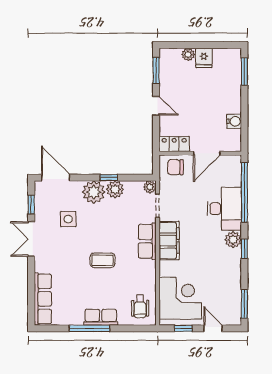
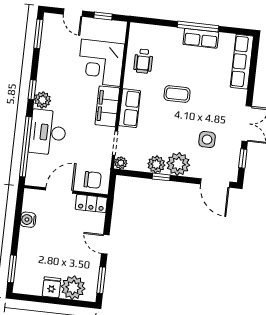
plant: (188, 55) -> (73, 288), width x1.87, depth x1.87
corner desk: (180, 298) -> (101, 63), moved
wheelchair: (140, 306) -> (143, 61), moved, turned 180
row of seats: (101, 317) -> (201, 38), moved

